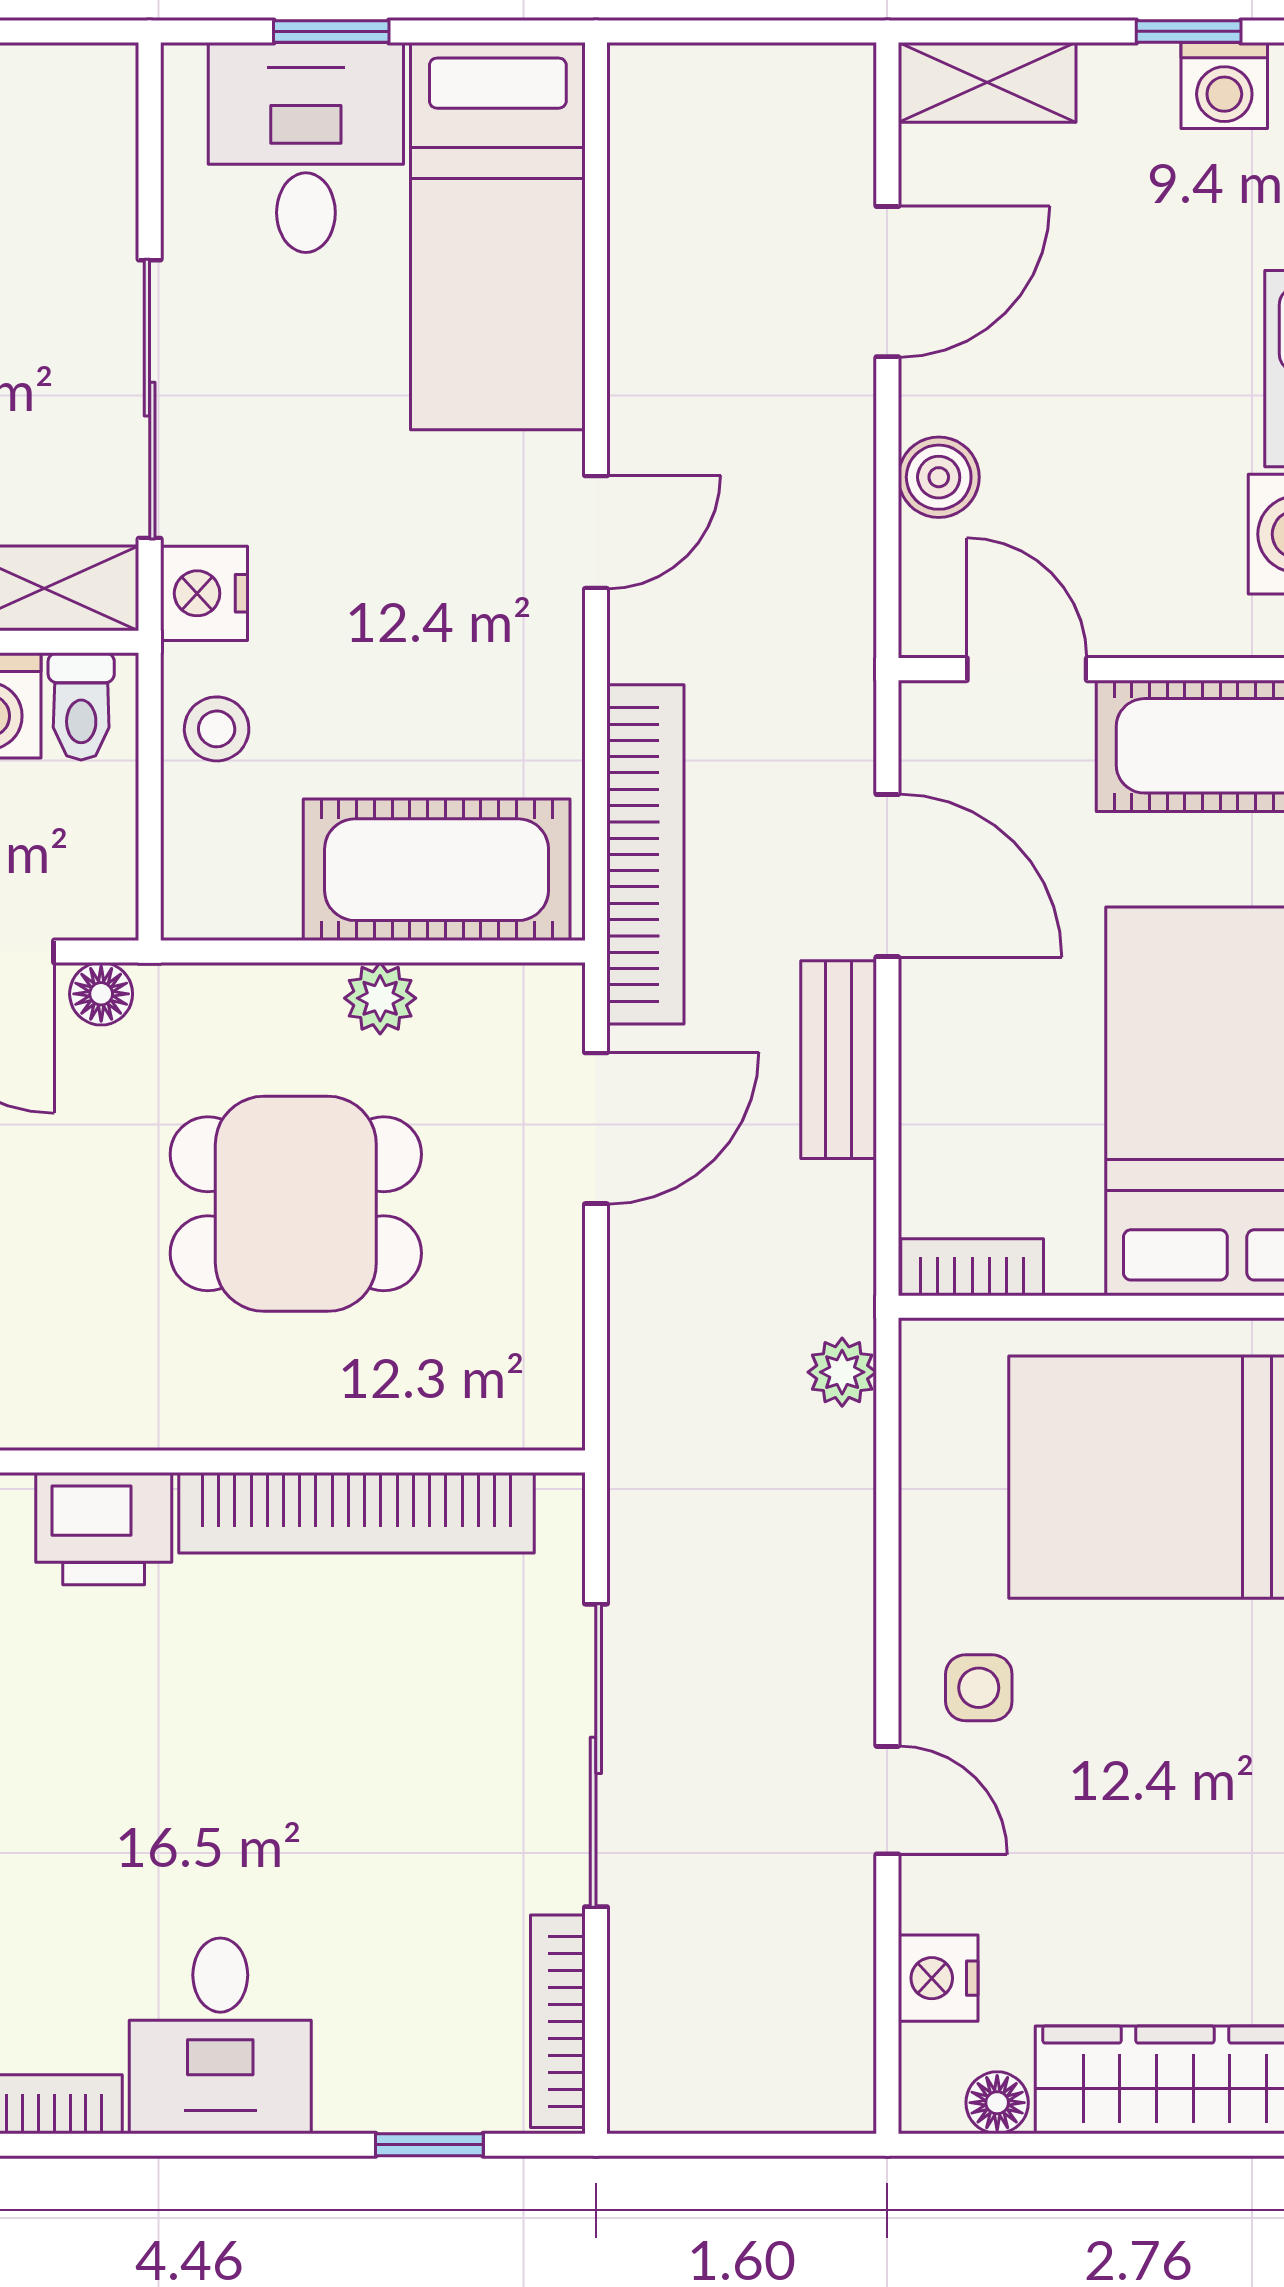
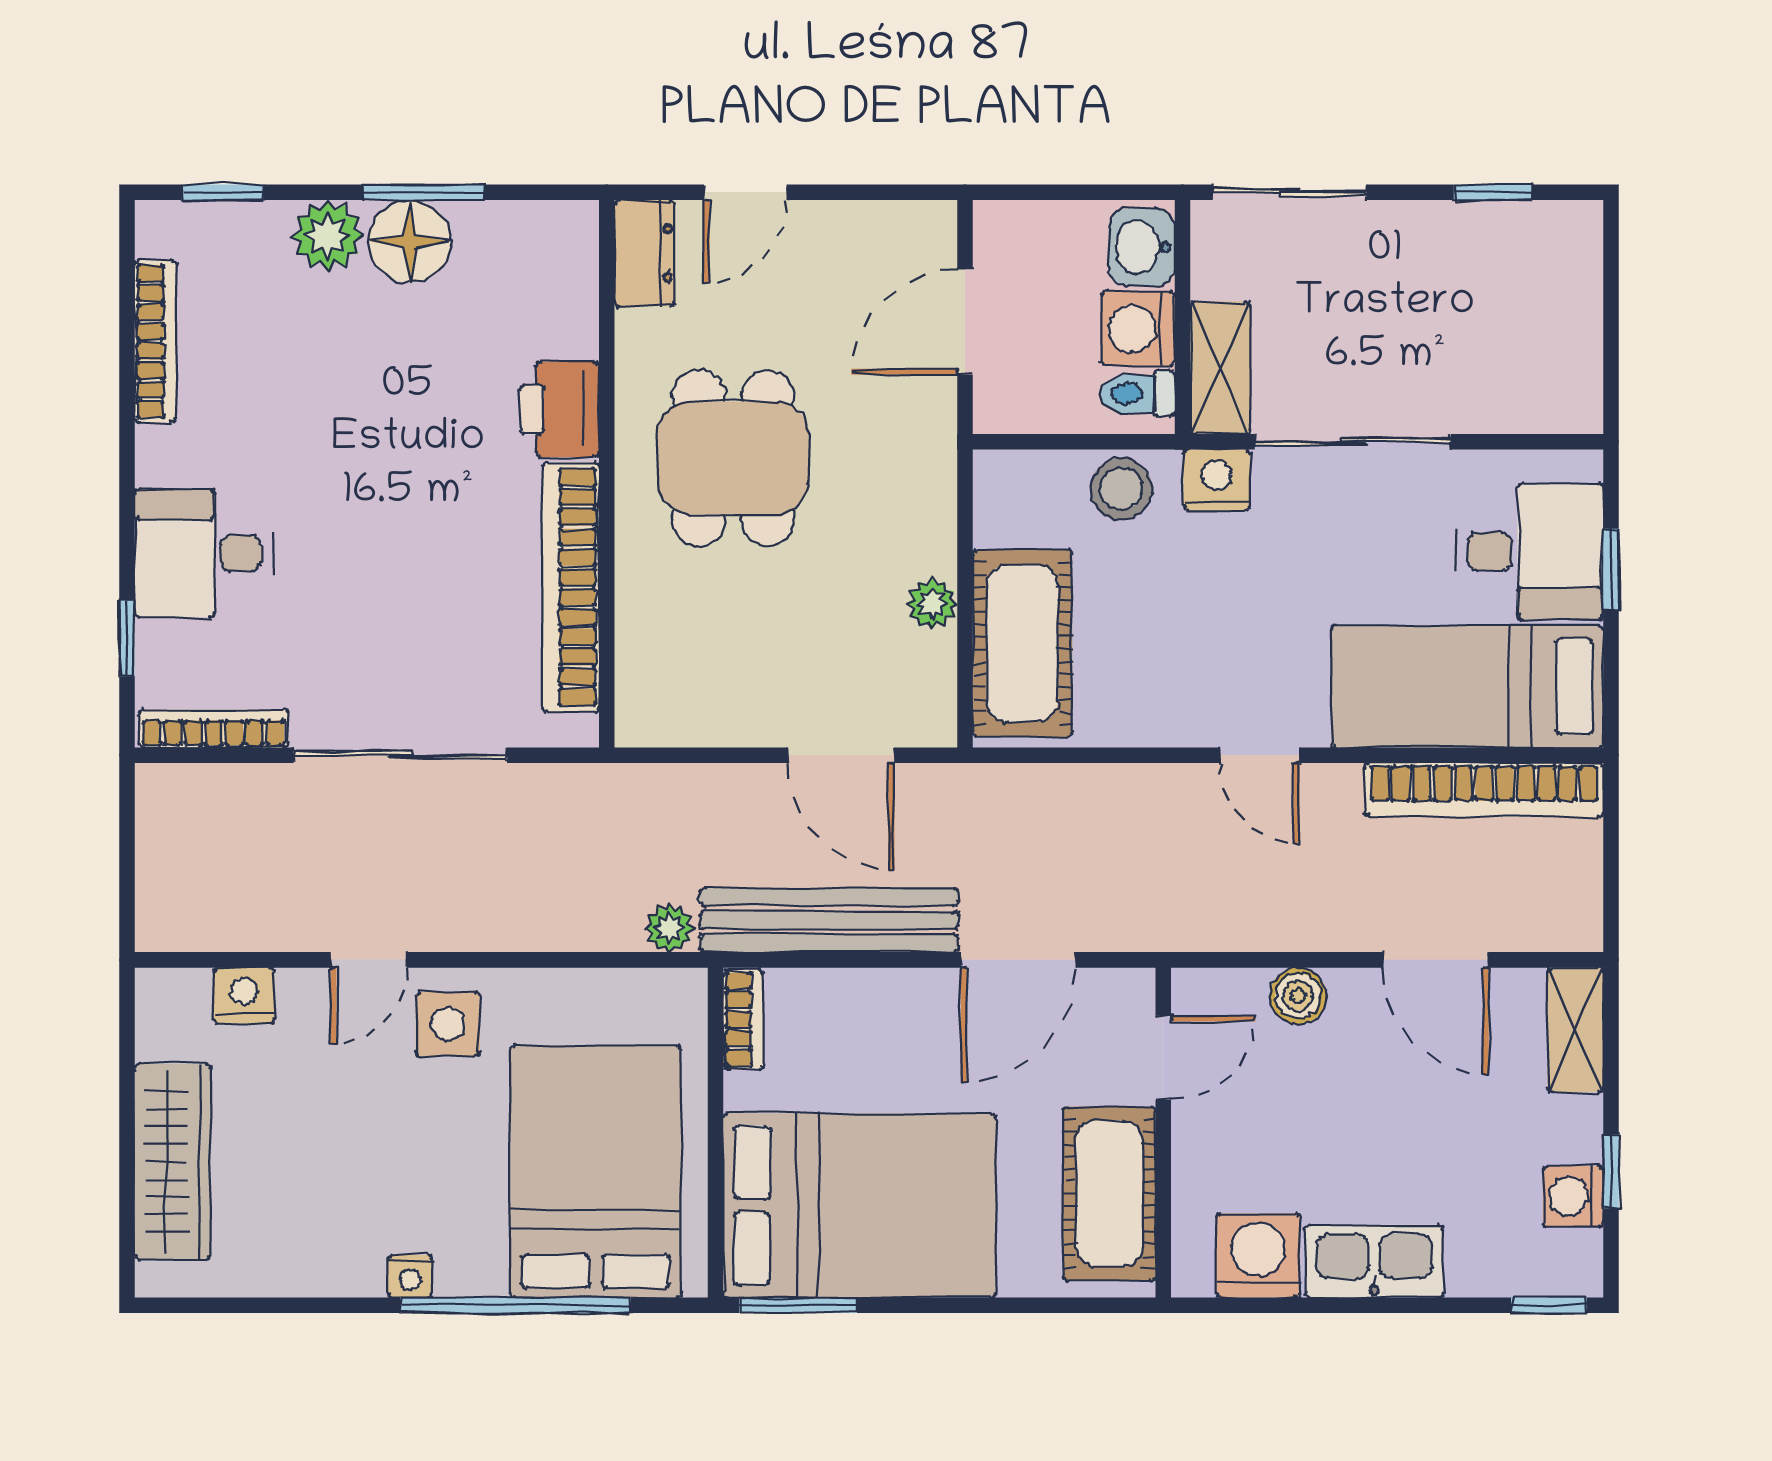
stool: (217, 729) -> (1121, 489), width x1.37, depth x1.37
bookcase: (645, 854) -> (1484, 790), moved
floor lamp: (101, 994) -> (935, 408), removed
bench: (839, 1060) -> (829, 920), width x1.86, depth x1.21
dining table: (296, 1204) -> (733, 458), moved
side table: (979, 1688) -> (448, 1024), width x1.37, depth x1.37
desk: (220, 2036) -> (203, 553), moved
floor lamp: (997, 2103) -> (157, 1037), removed

